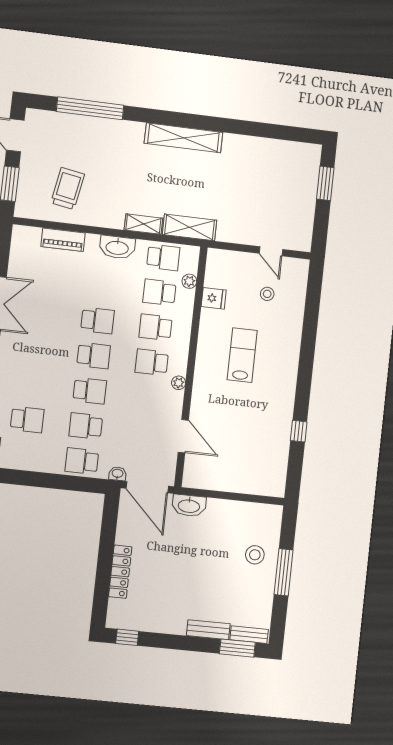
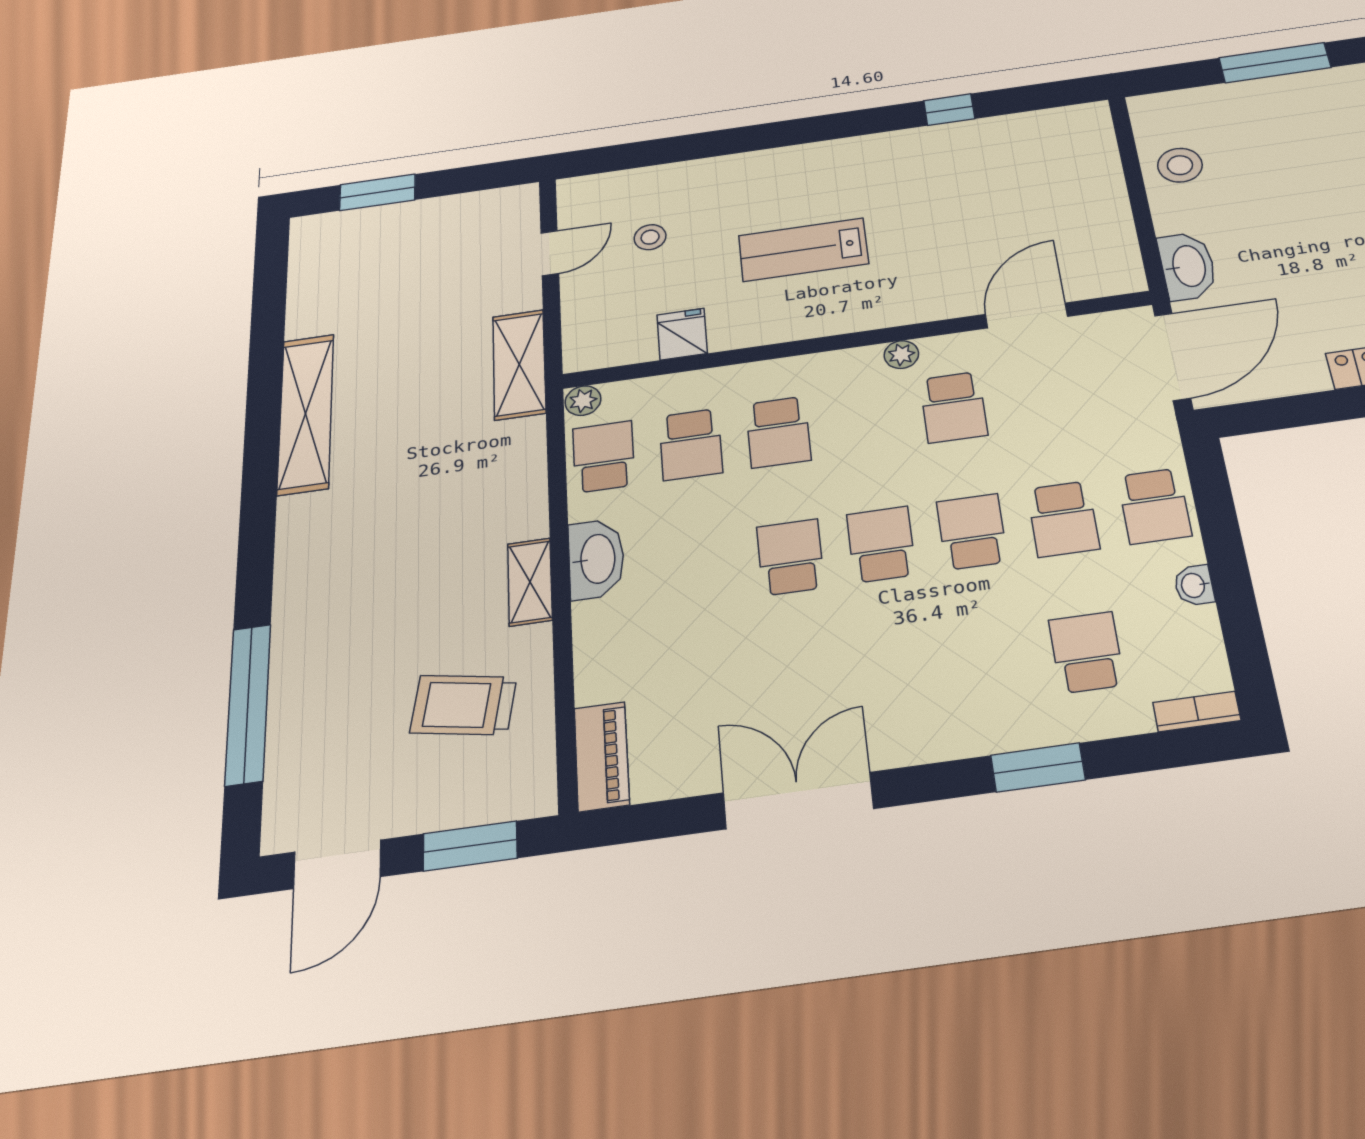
shelving: (183, 138) -> (306, 414), moved
shelving: (143, 224) -> (530, 582), moved
shelving: (190, 227) -> (519, 364), moved
piano: (63, 240) -> (602, 756), moved
plant: (189, 281) -> (583, 401), moved
school desk: (152, 362) -> (953, 407), moved
washbasin: (118, 474) -> (1194, 585), moved
stool: (255, 555) -> (1180, 165), moved

